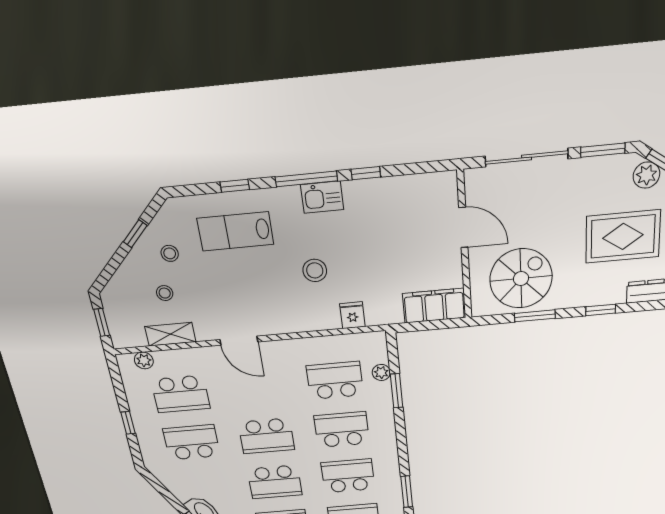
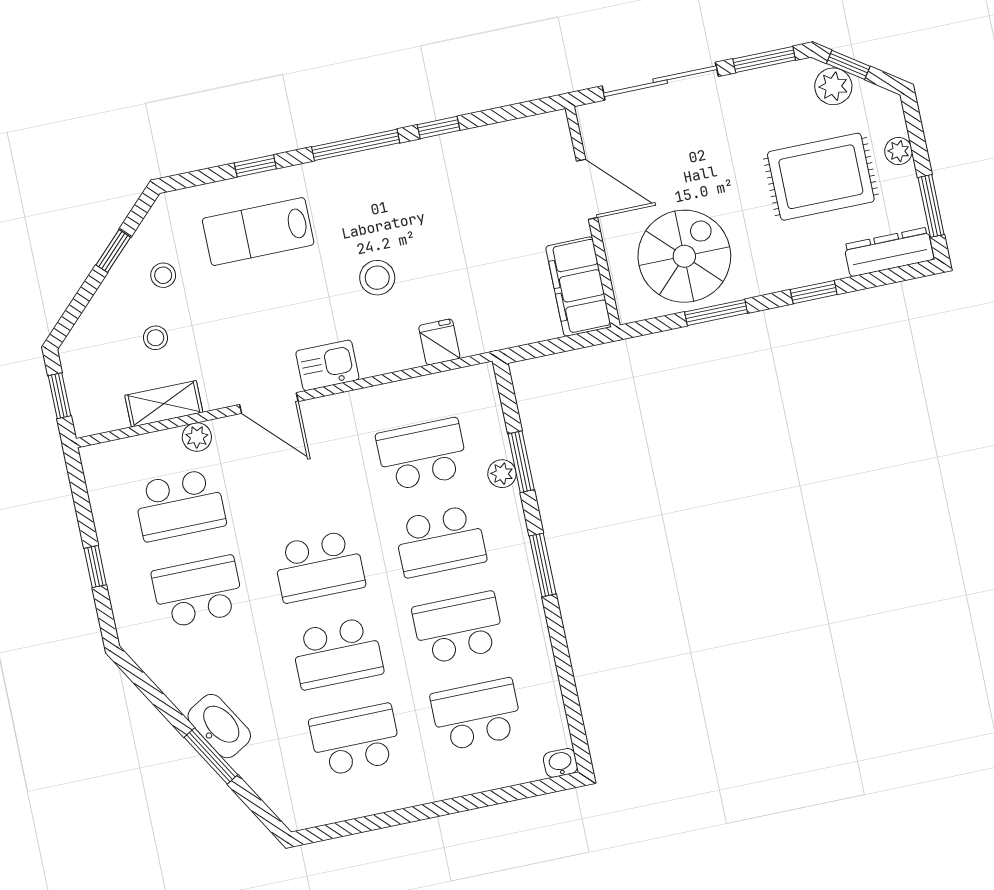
kitchen sink: (322, 197) -> (327, 365), moved, turned 180
filing cabinet: (434, 306) -> (578, 287), moved, turned -90
plant: (144, 360) -> (197, 437), moved
plant: (381, 372) -> (502, 474), moved
school desk: (342, 430) -> (440, 541), turned 180
window: (407, 492) -> (543, 565), moved

